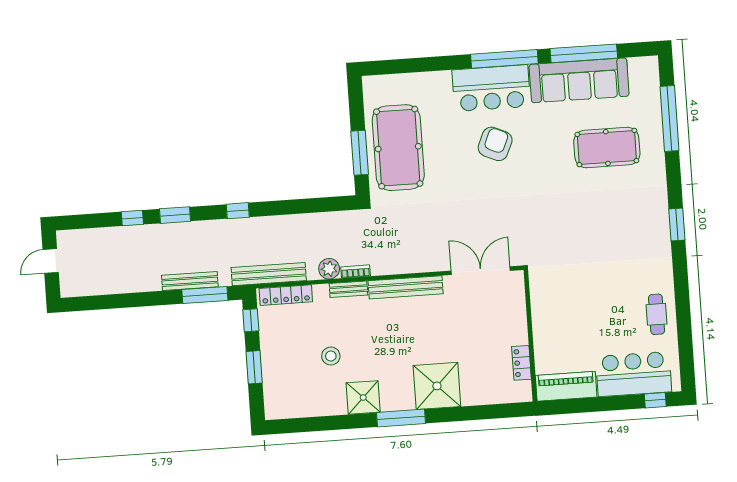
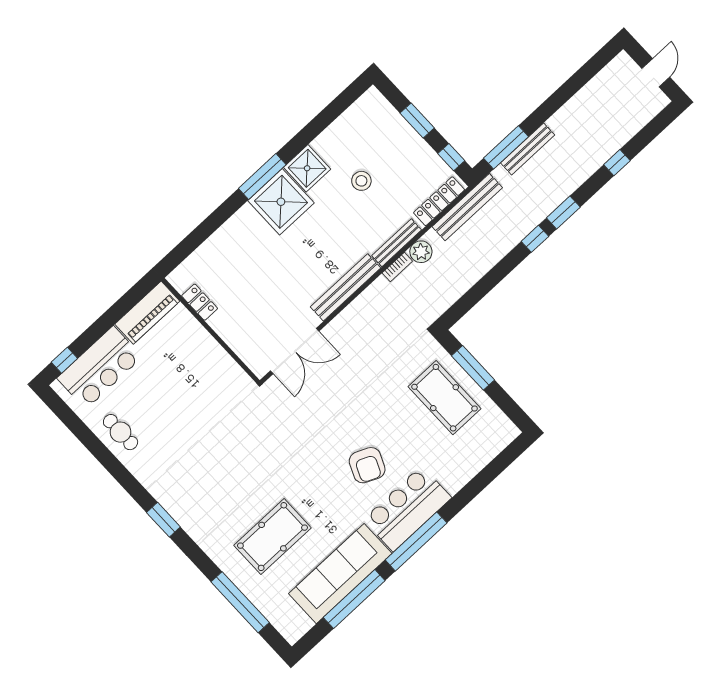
pool table: (398, 148) -> (445, 398), width x0.73, depth x0.76
window: (175, 215) -> (563, 212), moved
bench: (348, 289) -> (397, 243), width x1.36
shower: (437, 386) -> (281, 202), moved

